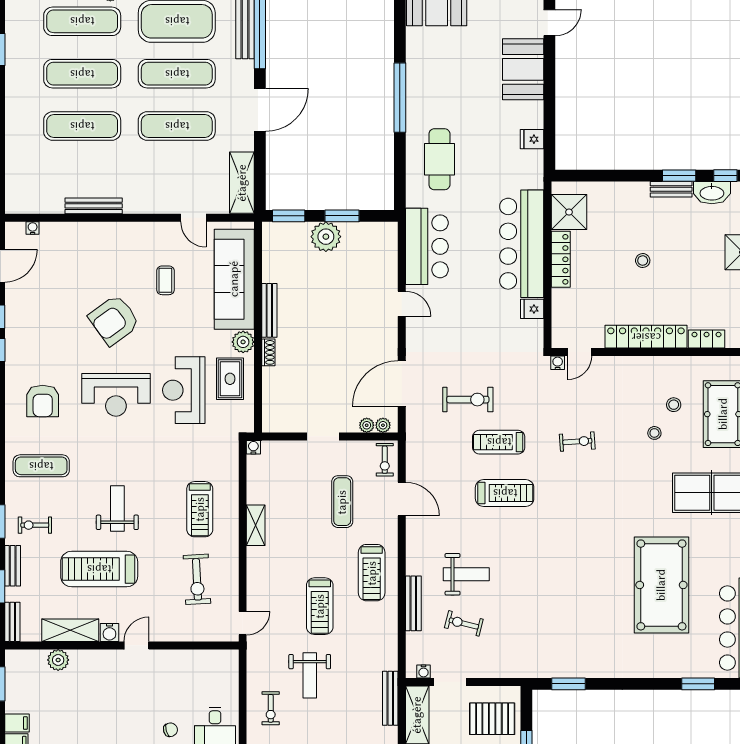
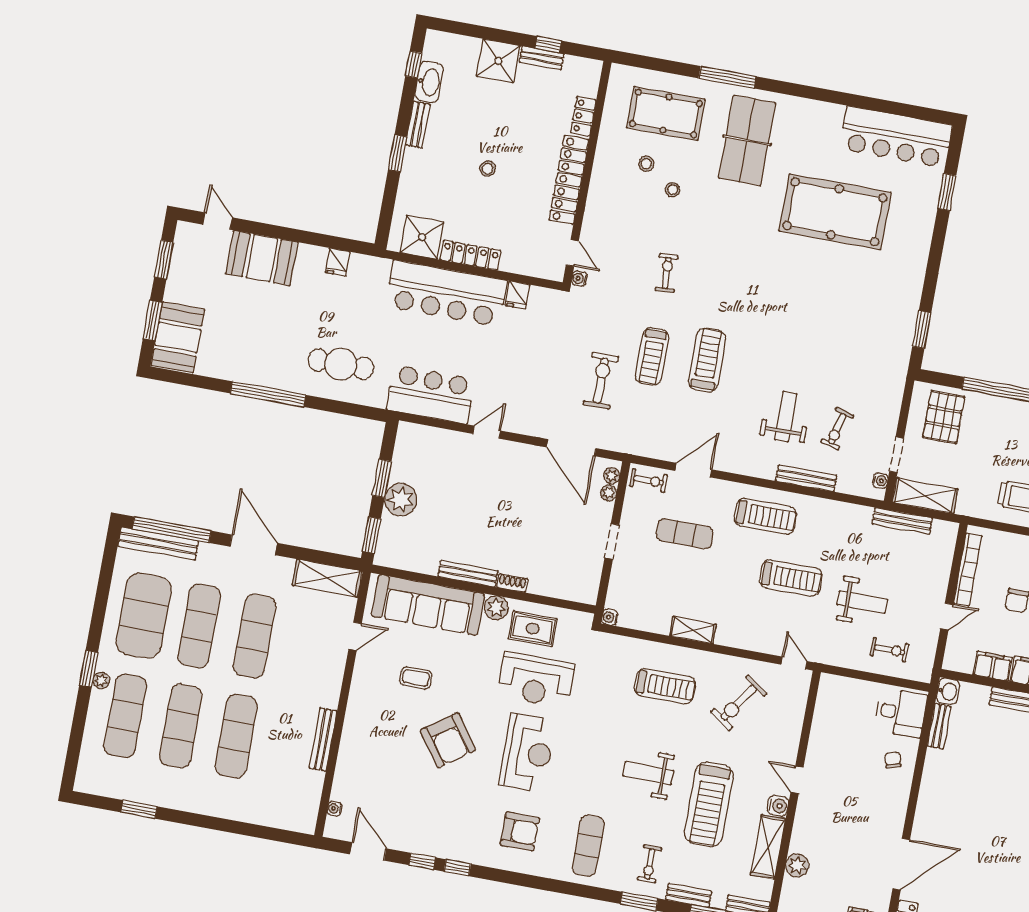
window: (679, 176) -> (397, 153), moved
exercise bike: (197, 579) -> (739, 703), turned 128

